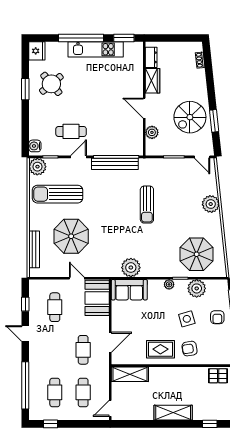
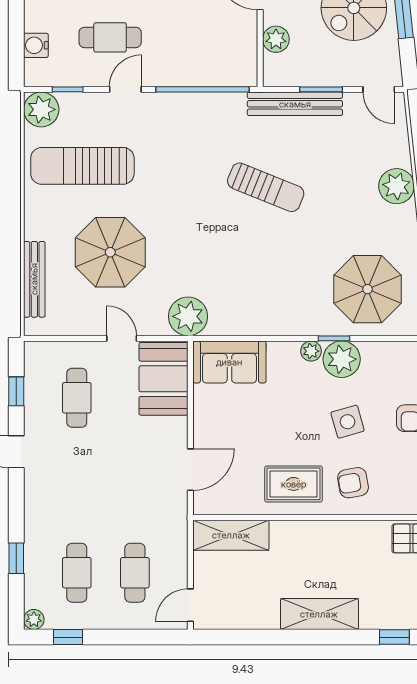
water cooler: (35, 146) -> (36, 45), moved
bench: (115, 164) -> (295, 104), moved
sun lounger: (147, 205) -> (266, 187), turned -68
plant: (131, 268) -> (188, 316), moved
plant: (197, 288) -> (342, 359), moved
cafe table: (83, 350) -> (135, 485), removed
window: (25, 385) -> (16, 558), width x0.32
plant: (34, 415) -> (34, 619), added

